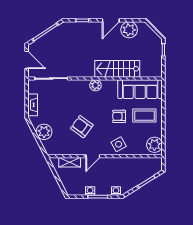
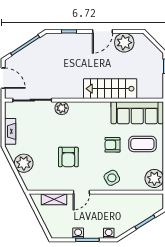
plant: (95, 85) -> (62, 108), moved
armchair: (82, 127) -> (68, 157), turned -126

